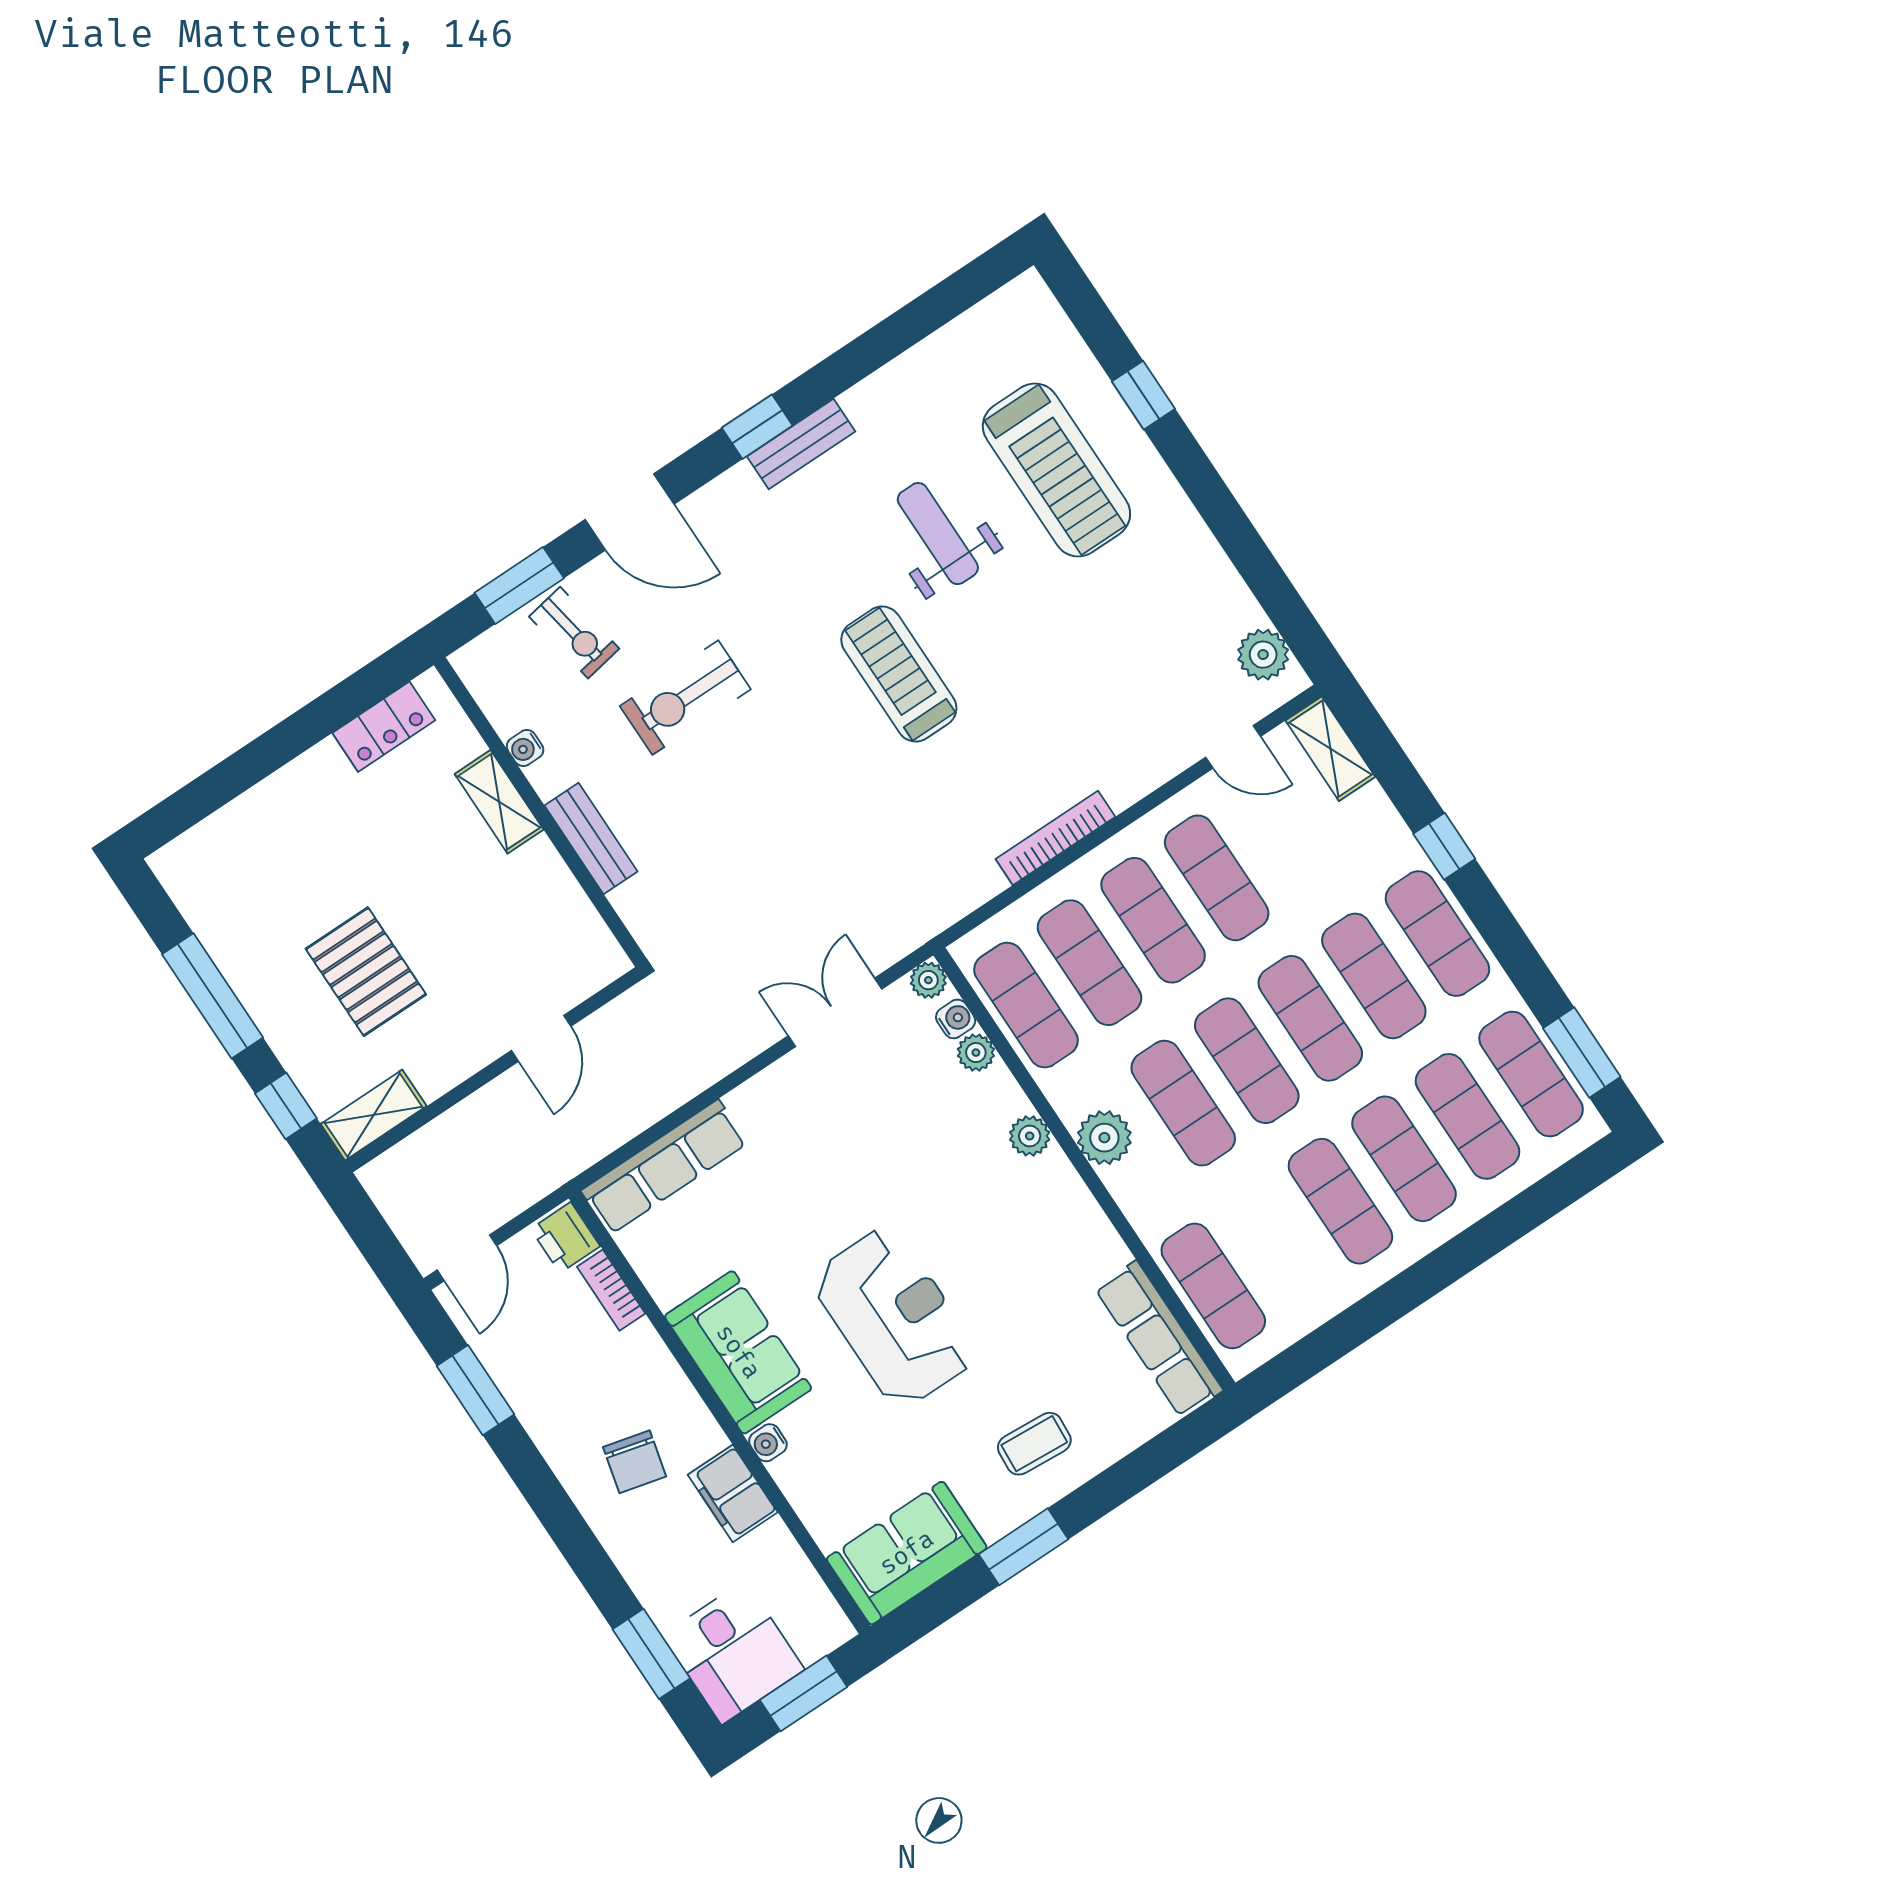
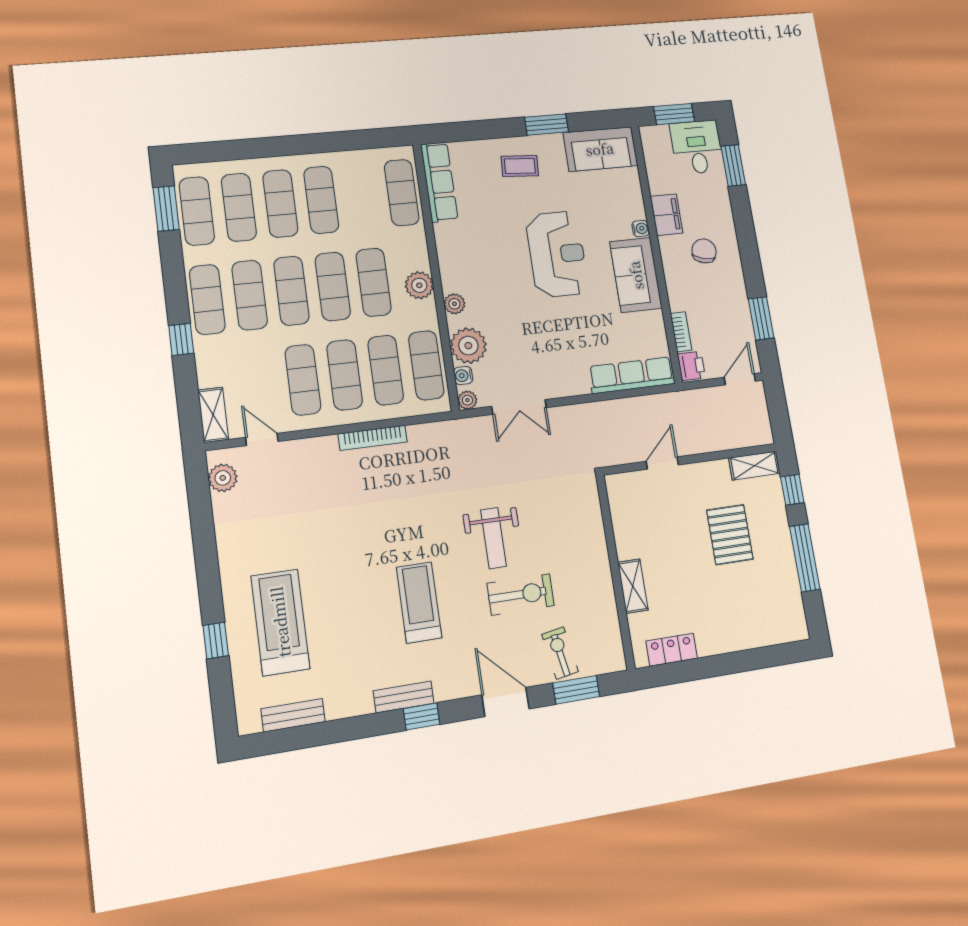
weight bench: (938, 534) -> (493, 538), moved
treadmill: (899, 674) -> (419, 602), moved, turned 180
water cooler: (525, 748) -> (609, 607), removed
bench: (591, 838) -> (293, 715), moved, turned 90
plant: (976, 1053) -> (468, 346), width x1.88, depth x1.88
reception desk: (894, 1317) -> (557, 254), turned 180

